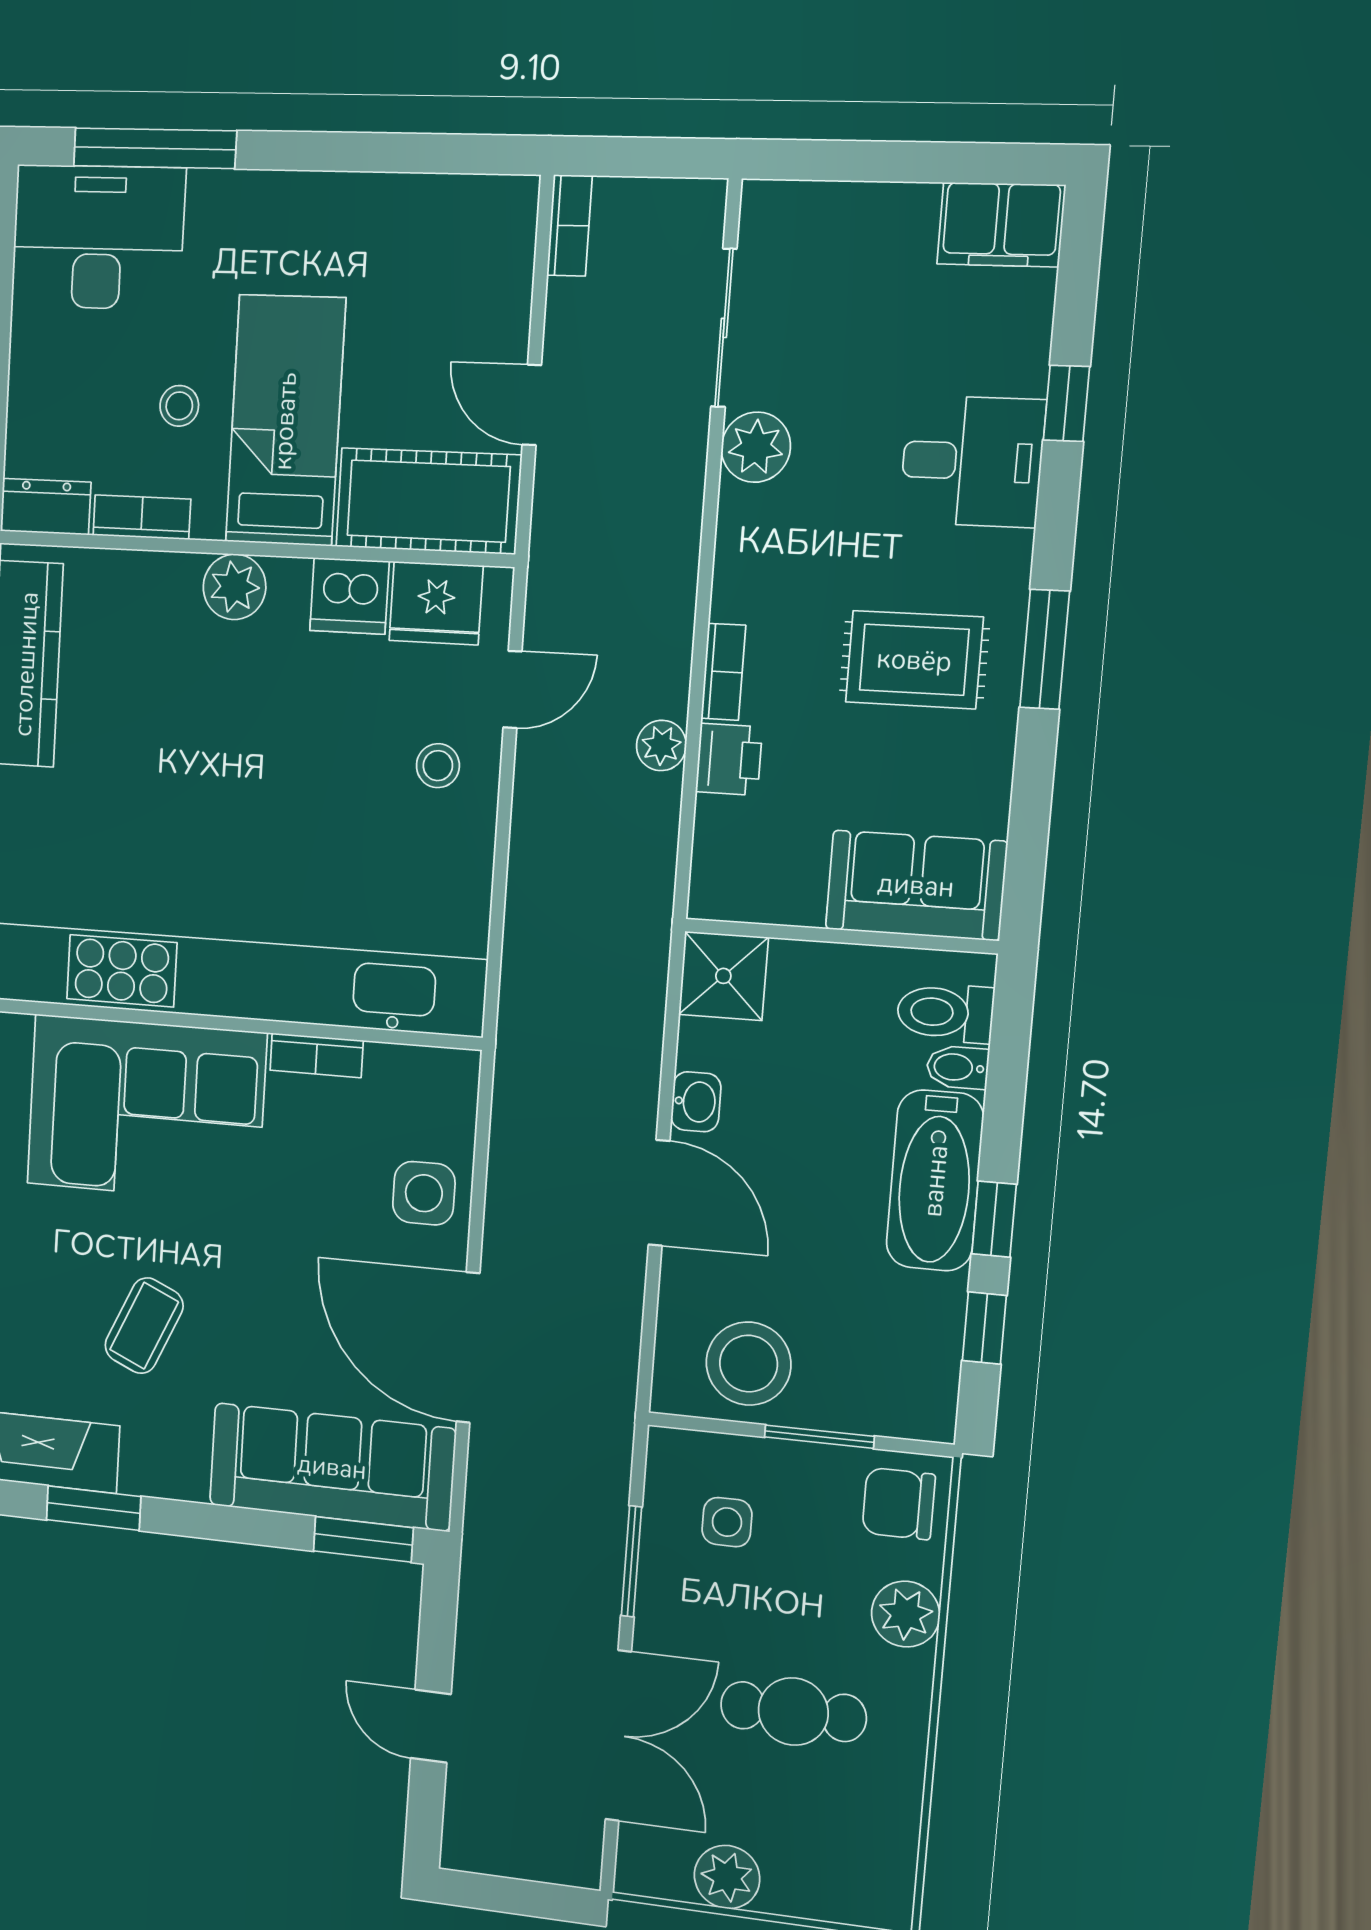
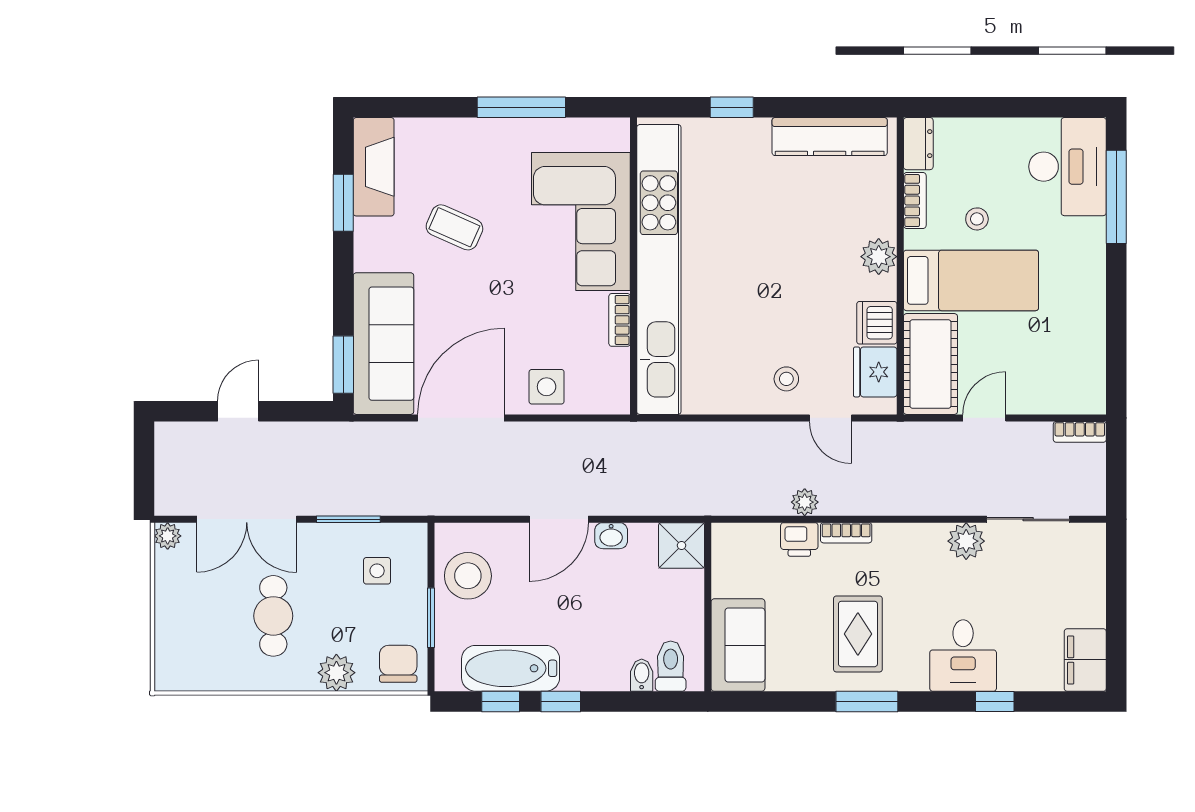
bathtub: (935, 1181) -> (511, 668), moved
plant: (727, 1877) -> (168, 536), moved, width x0.73, depth x0.73

